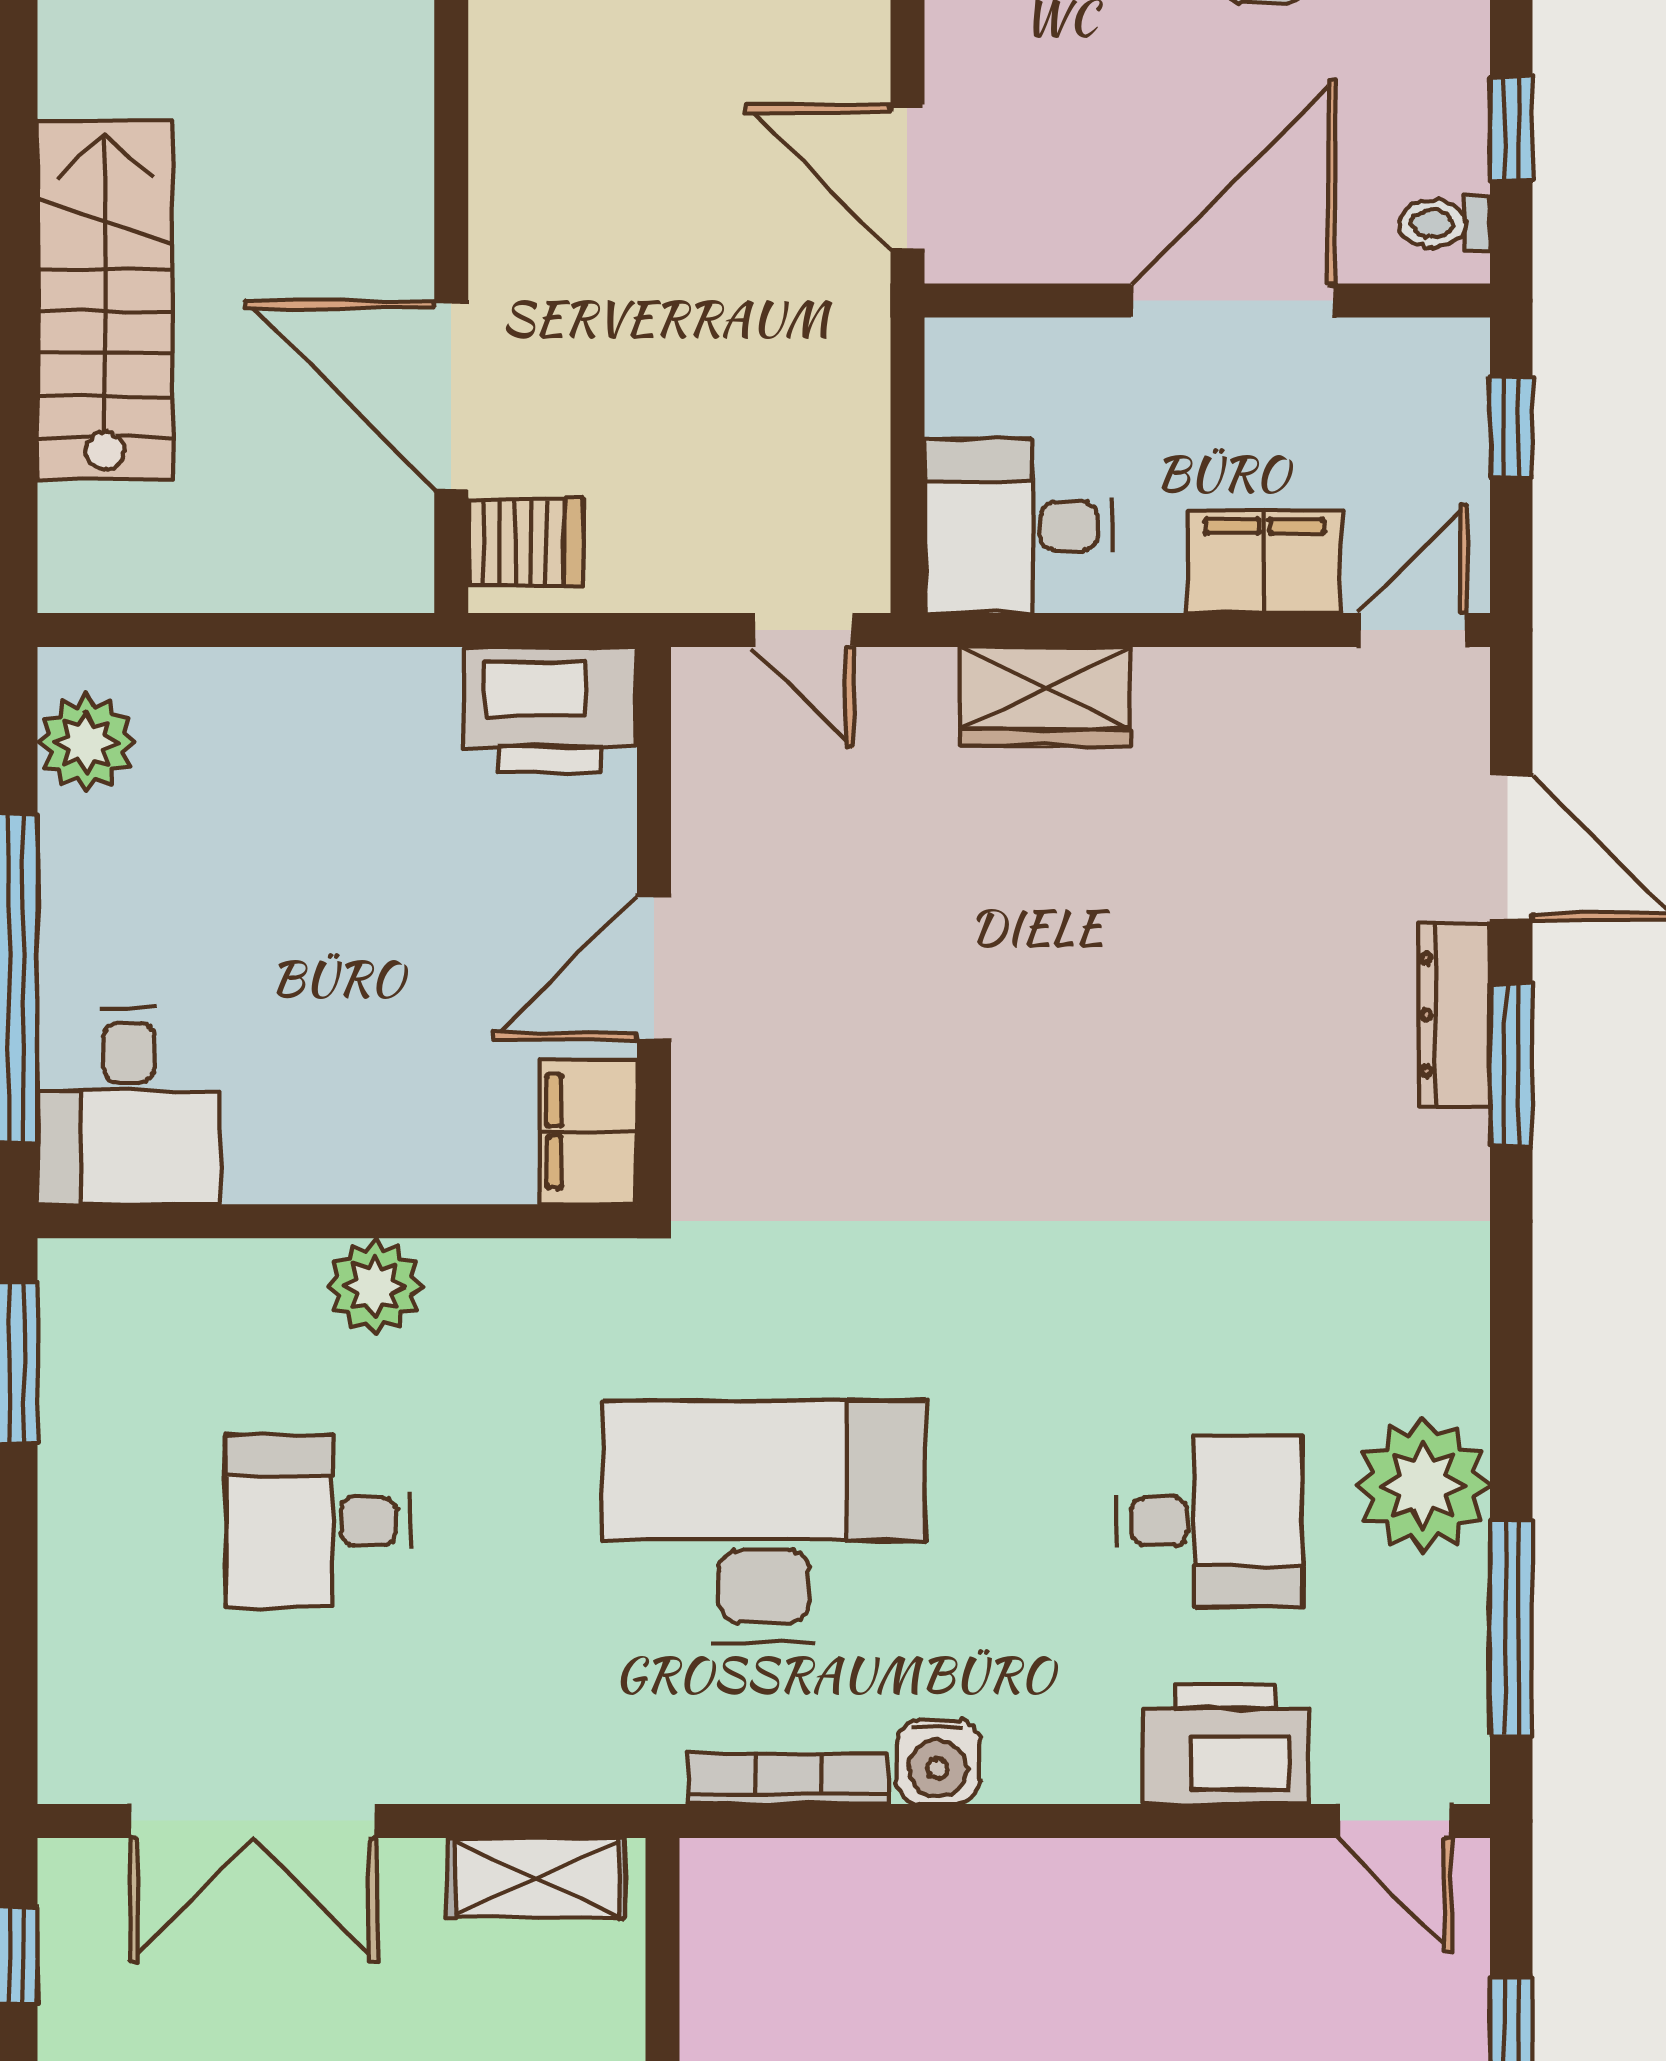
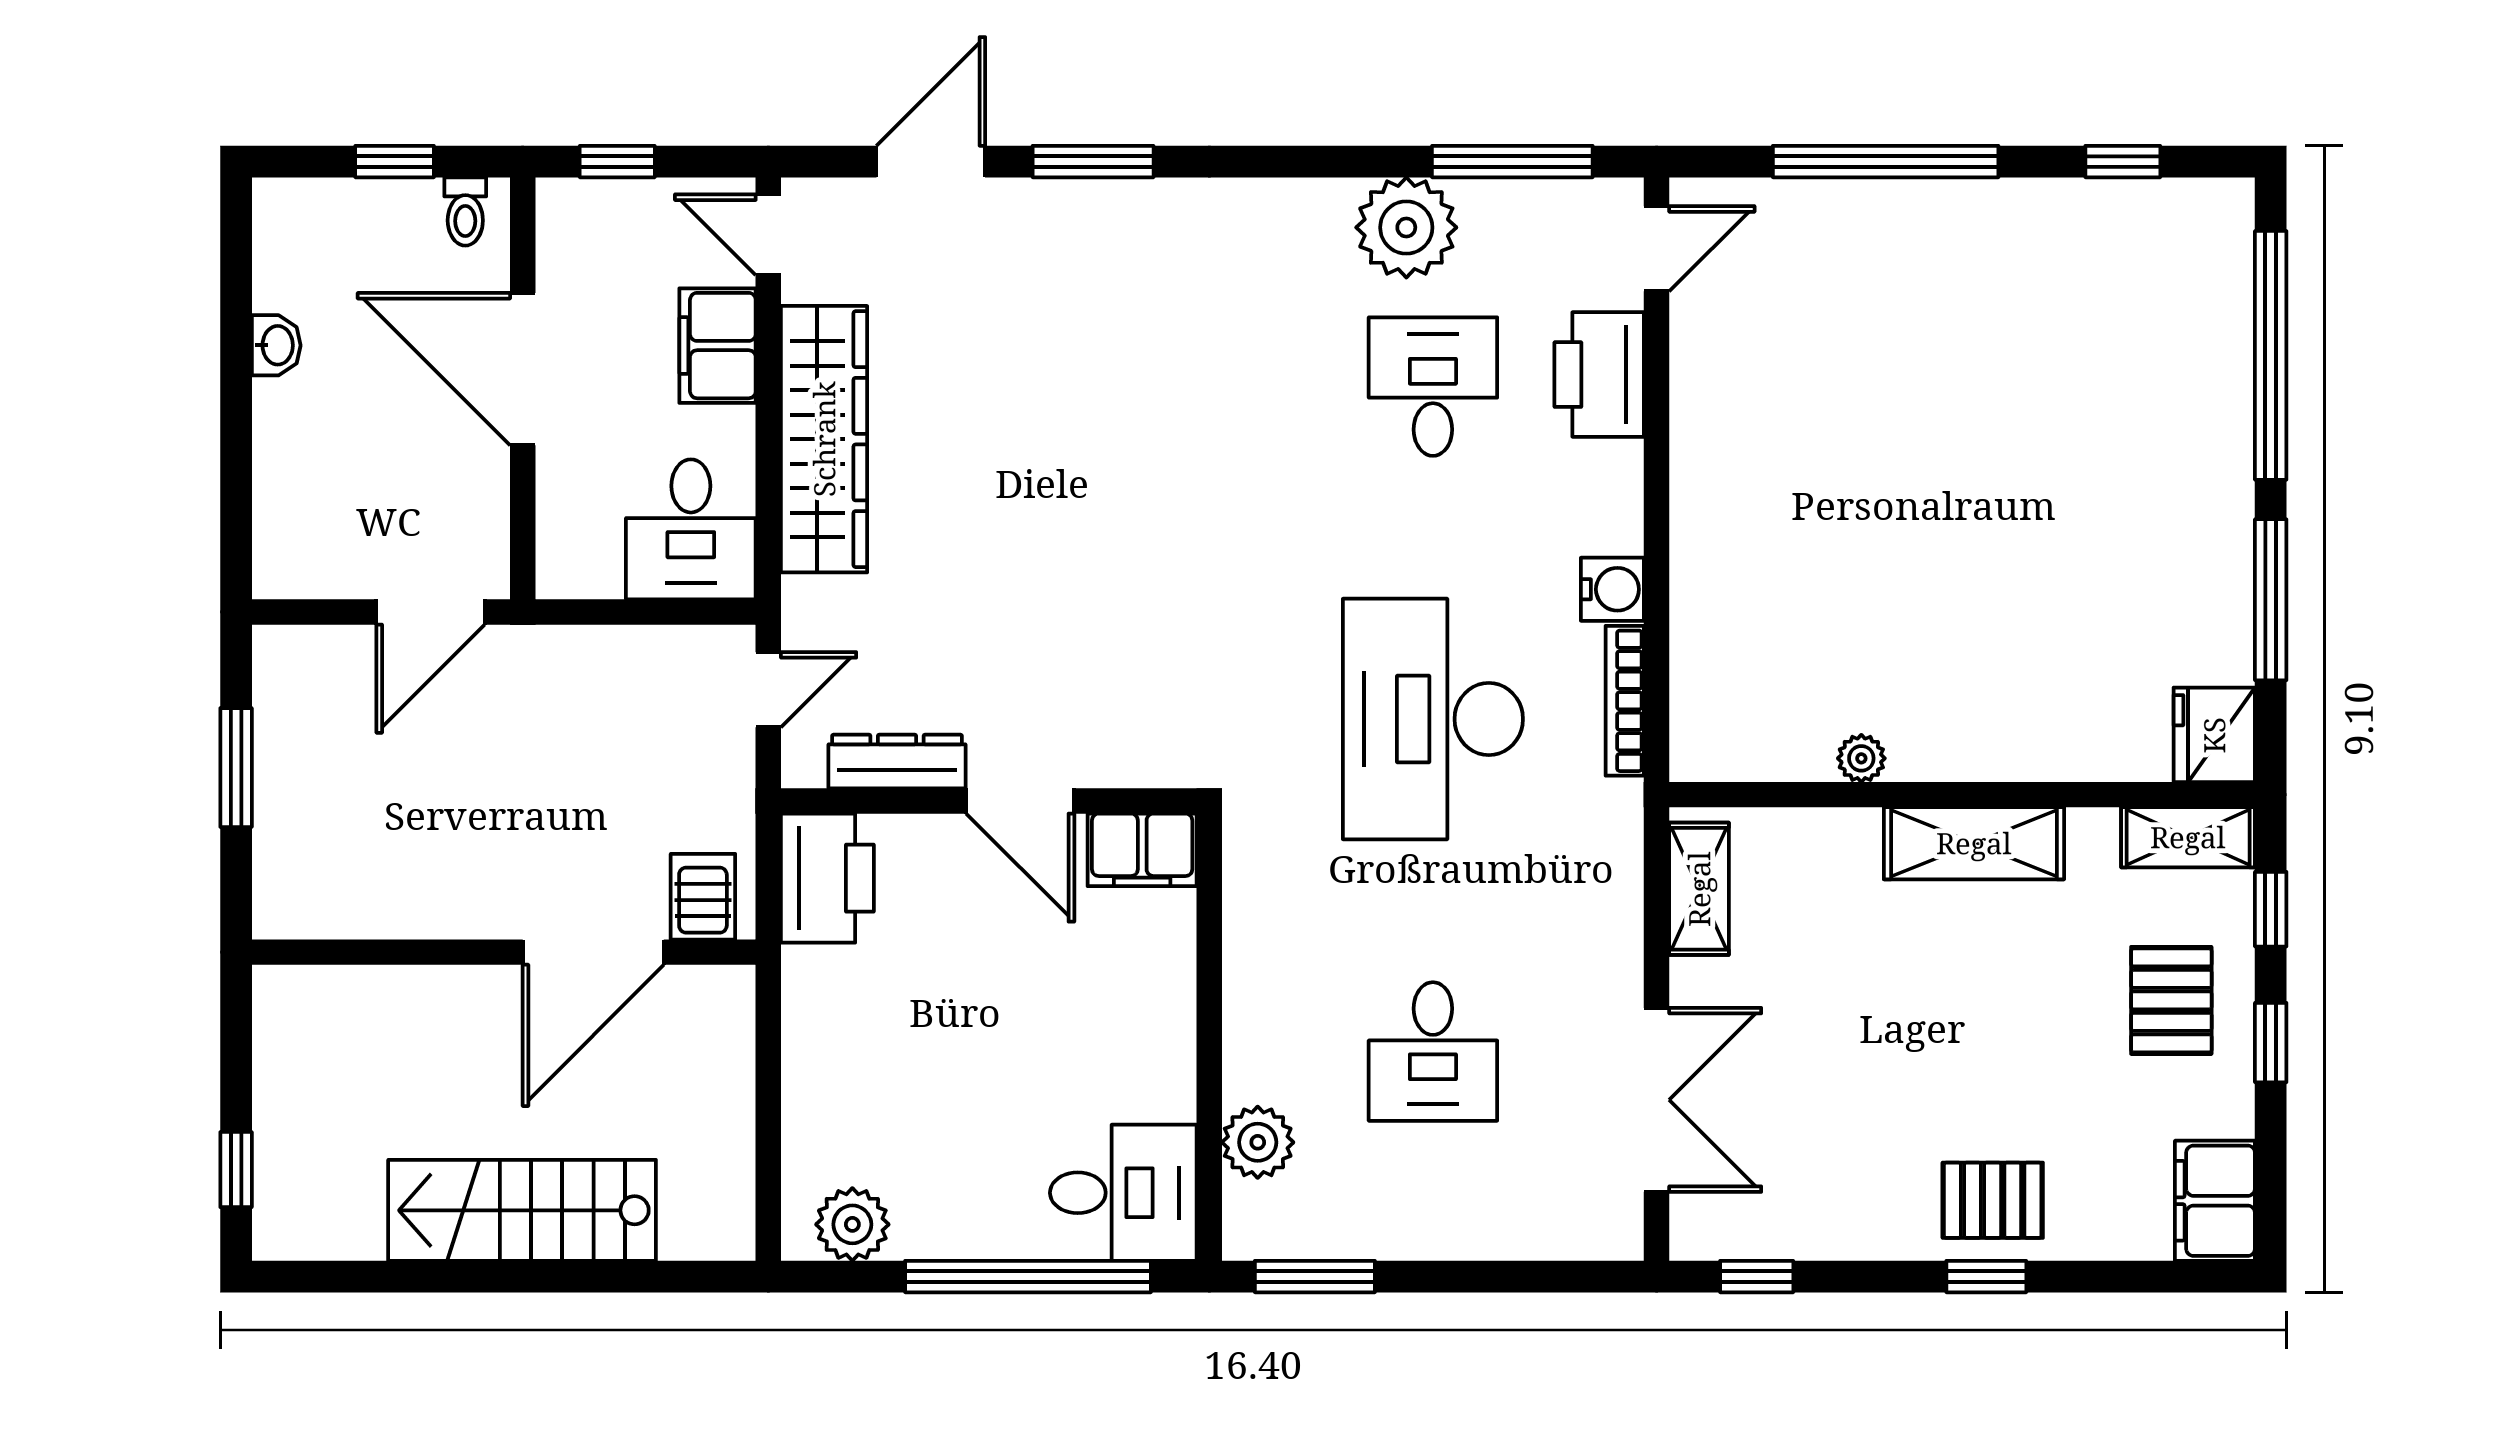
wardrobe: (1046, 696) -> (824, 439), width x2.10, depth x1.17
dresser: (1454, 1015) -> (897, 761), moved, turned 180
plant: (375, 1286) -> (1258, 1142), moved

